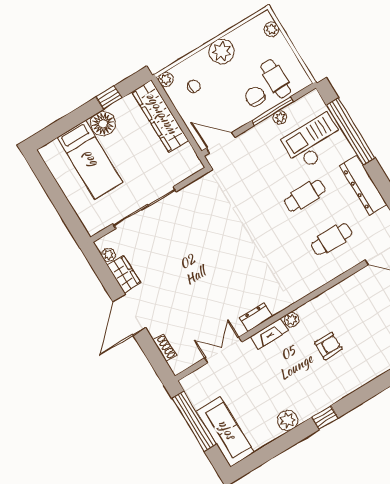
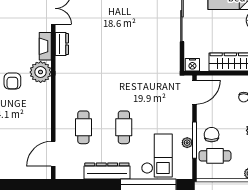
chair: (255, 96) -> (212, 135), turned -90
nightstand: (193, 163) -> (192, 65), added
plant: (292, 320) -> (41, 72), width x1.88, depth x1.88

